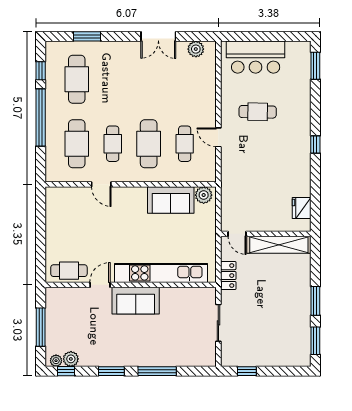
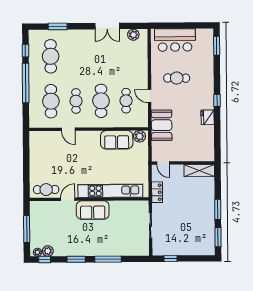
booth: (235, 179) -> (162, 125), added
fridge: (302, 208) -> (208, 117), moved
shelving: (279, 245) -> (199, 170), width x0.68

